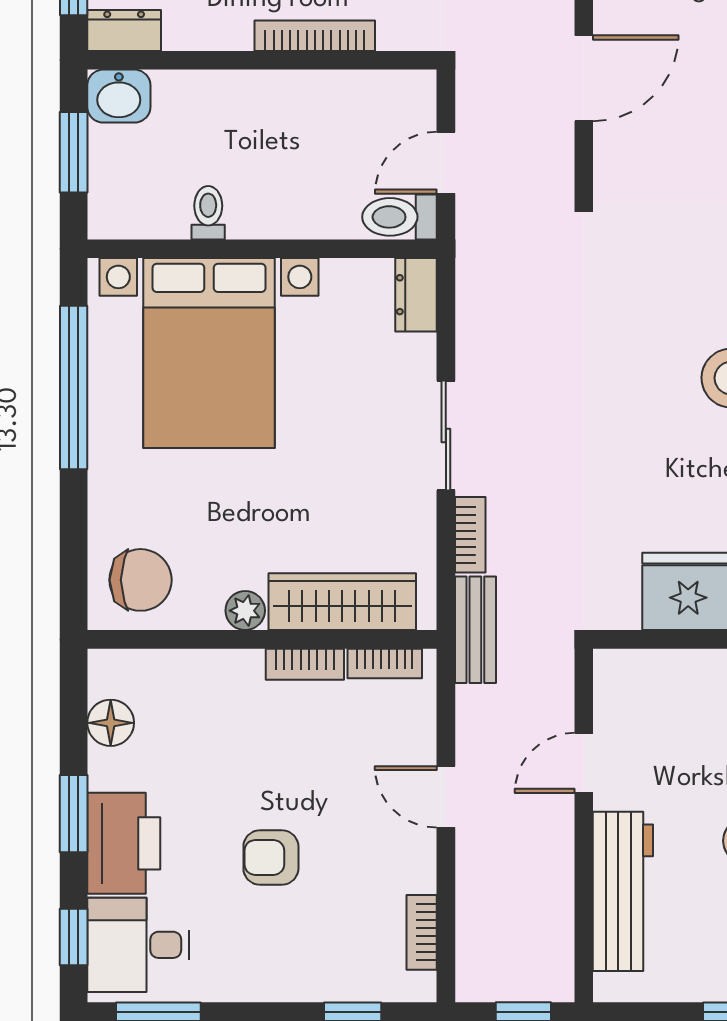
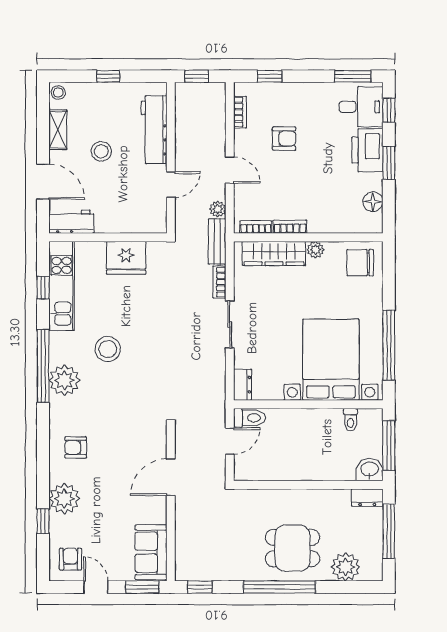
bookcase: (315, 36) -> (286, 495), removed
window: (74, 152) -> (389, 446), width x1.44
toilet: (208, 213) -> (351, 420), moved
plant: (474, 706) -> (218, 209), added
armchair: (271, 857) -> (284, 138), moved

